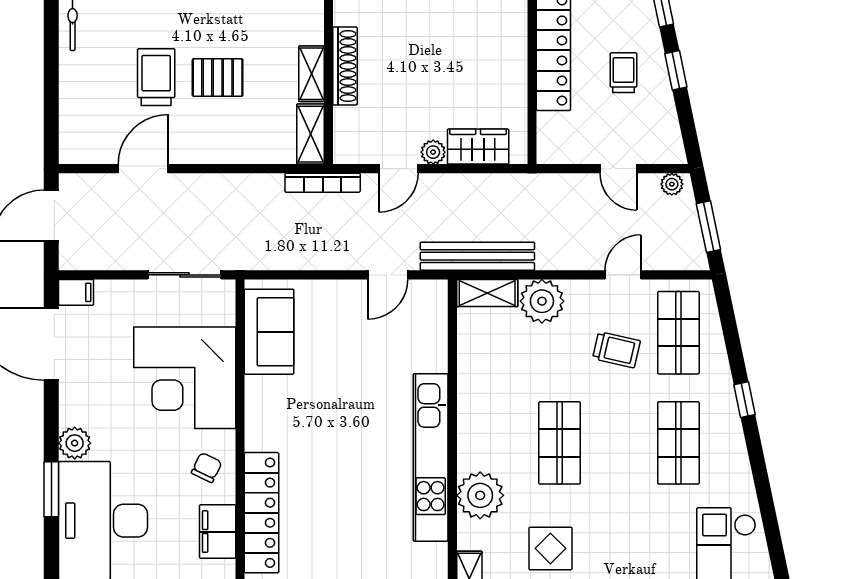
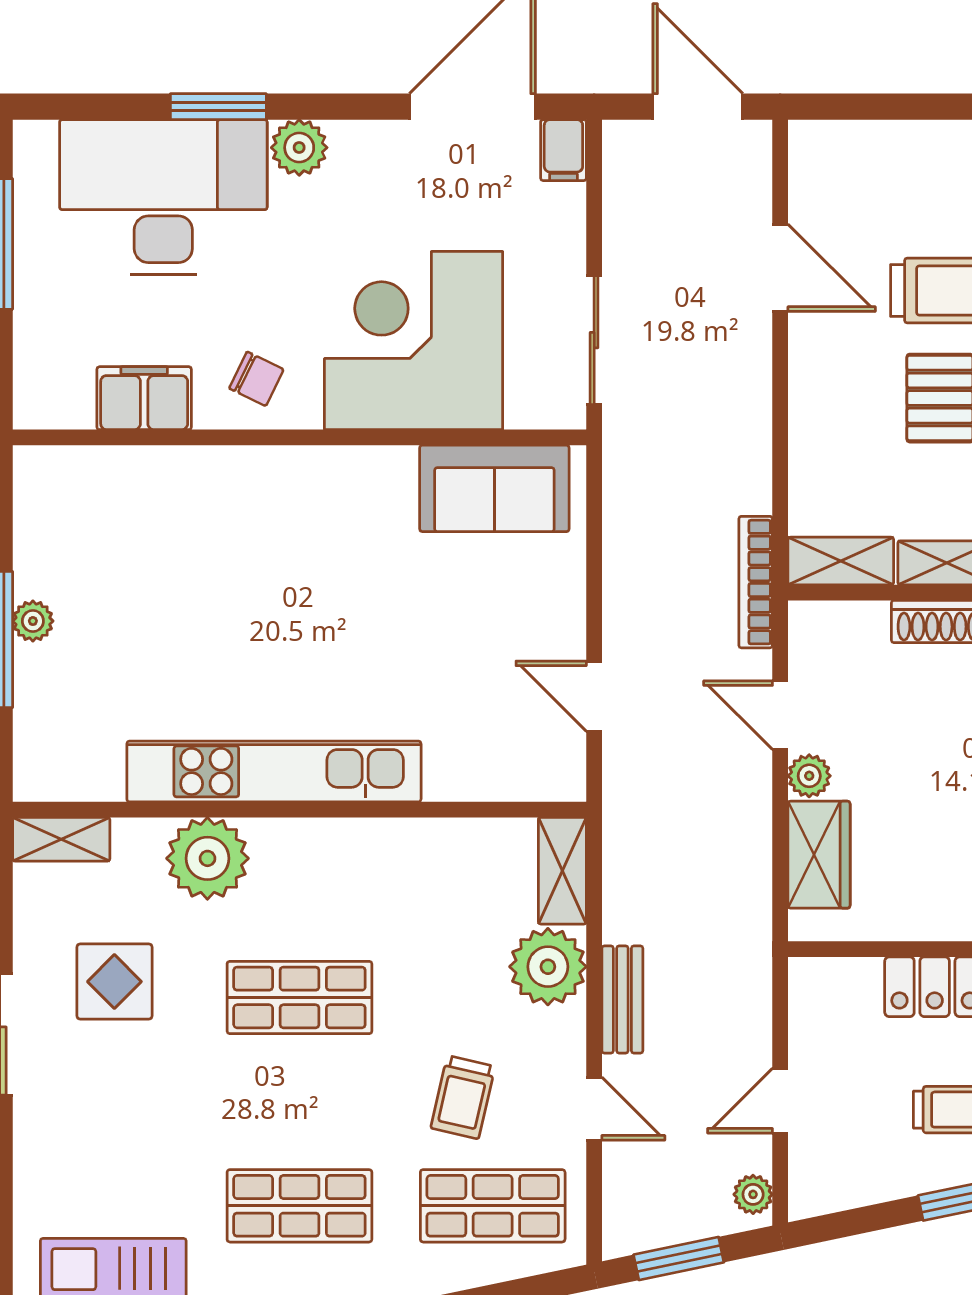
bench: (477, 256) -> (622, 999), moved, width x0.54, depth x0.82
locker: (261, 513) -> (177, 475), removed

